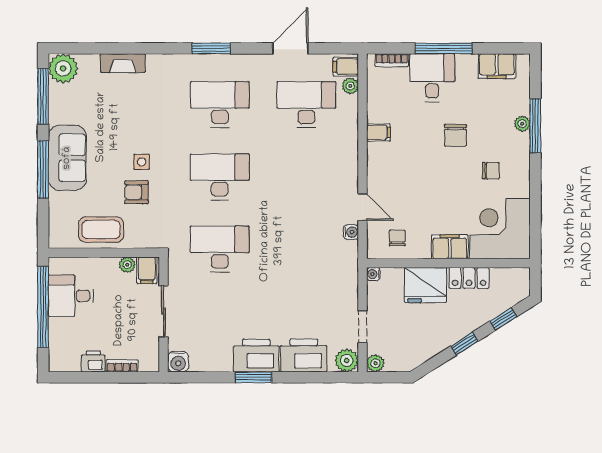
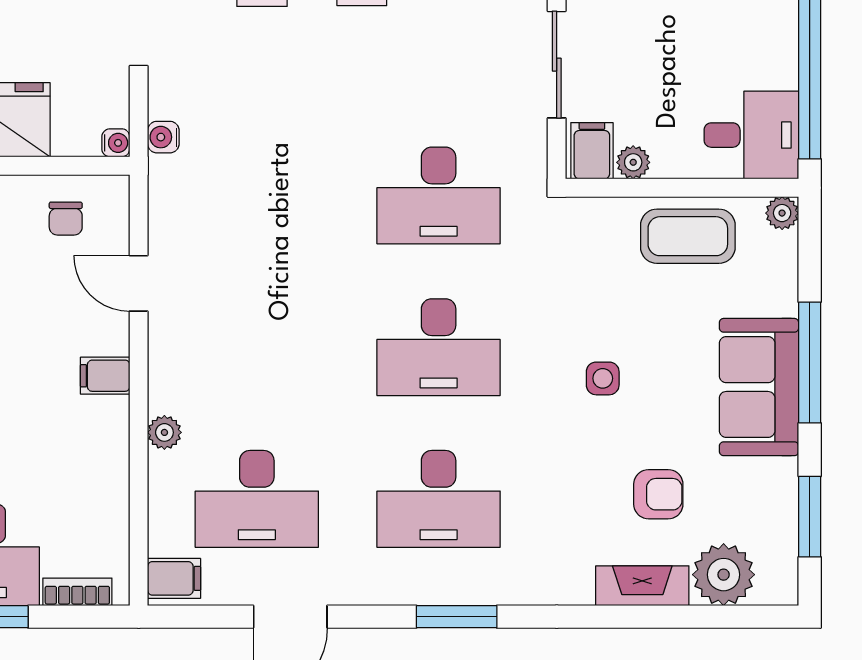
plant: (63, 68) -> (724, 575), moved
plant: (350, 86) -> (164, 432), moved
window: (43, 96) -> (810, 517), width x0.69
filing cabinet: (378, 132) -> (105, 376), moved
armchair: (136, 192) -> (658, 494), moved
water cooler: (351, 232) -> (163, 137), moved
plant: (56, 241) -> (782, 213), added
desk: (71, 296) -> (751, 135), moved

